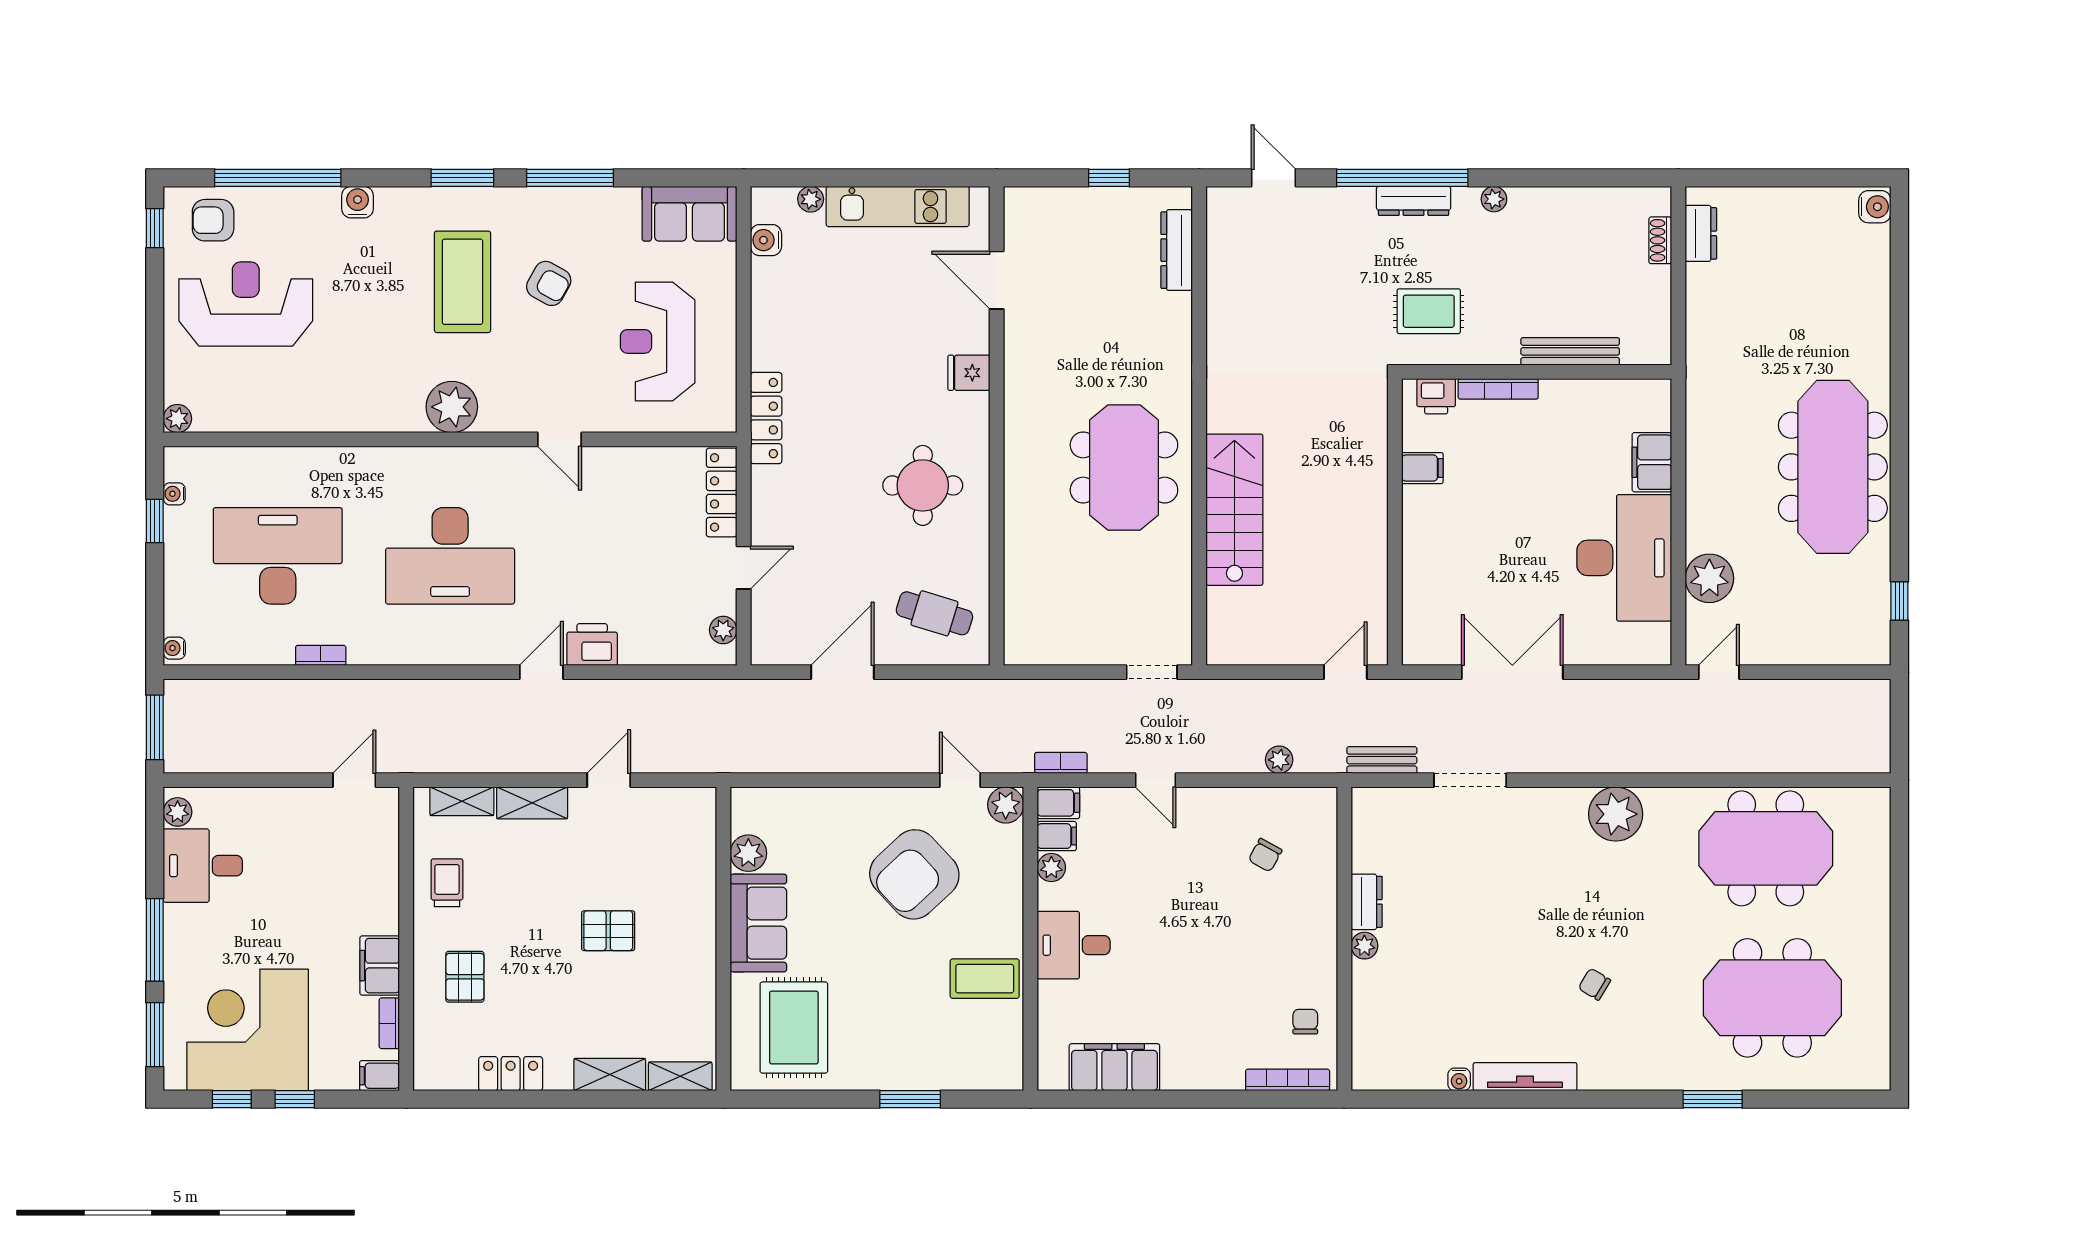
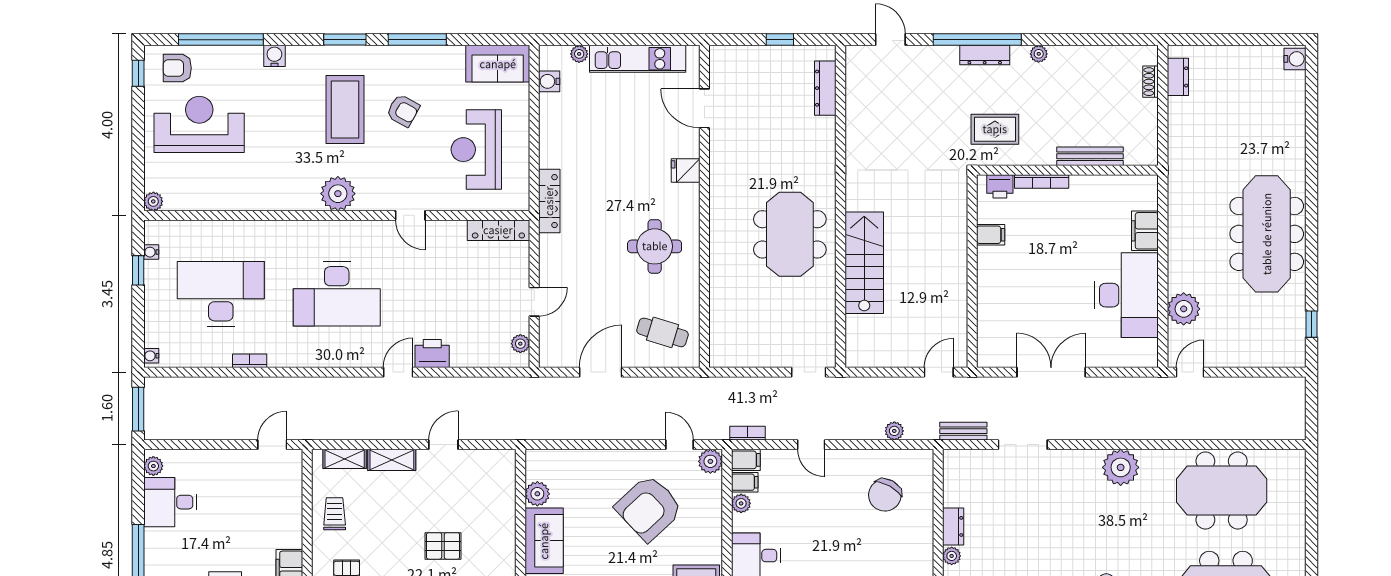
locker: (722, 492) -> (498, 230), moved, turned -90
chair: (1265, 855) -> (885, 495), width x1.87, depth x1.87

